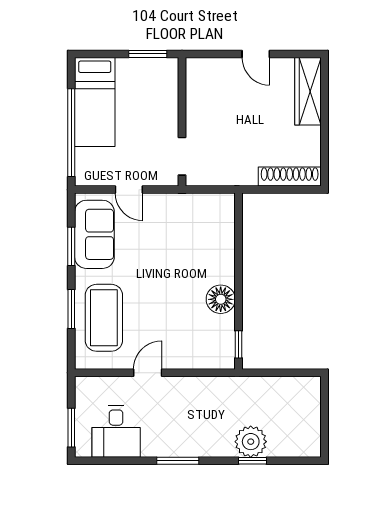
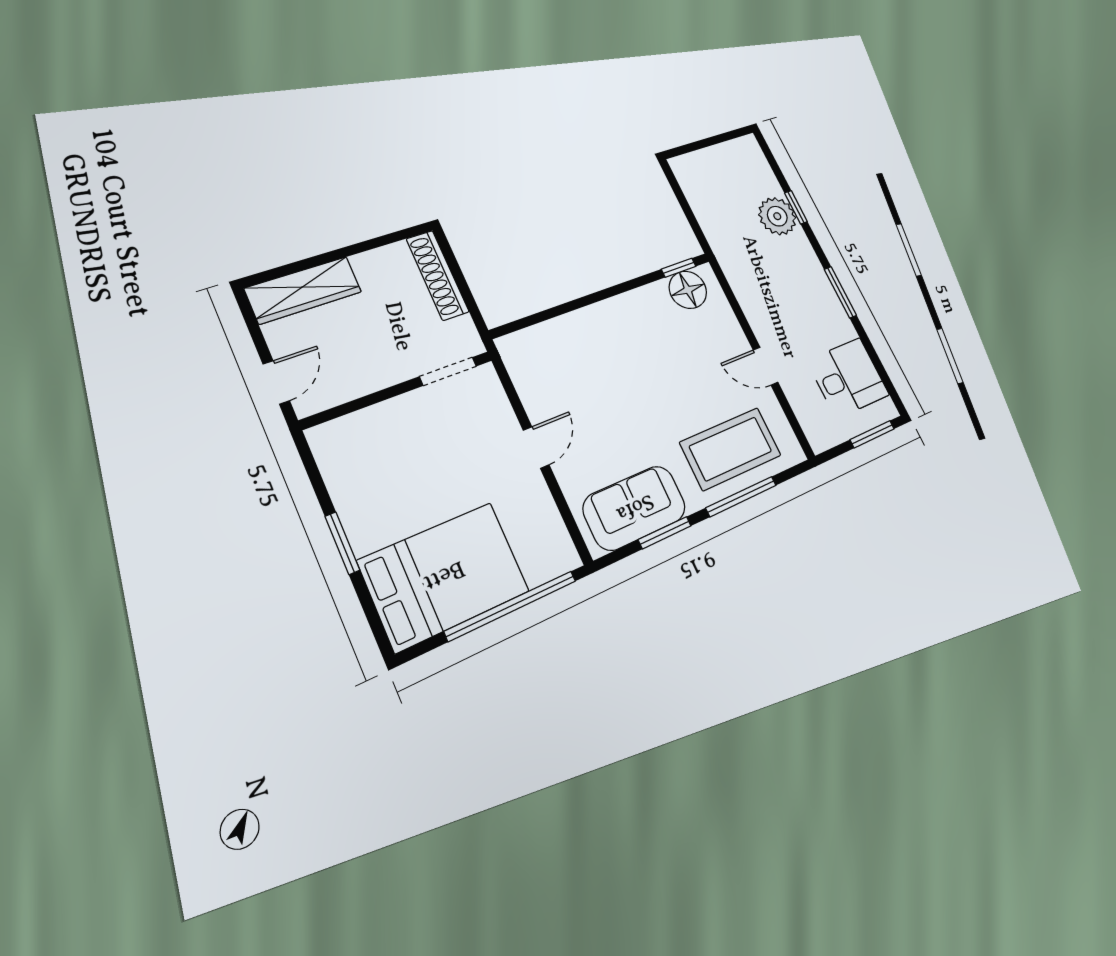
bed: (95, 102) -> (444, 576), width x1.50
wall: (182, 122) -> (398, 389), moved
doorway: (182, 156) -> (448, 371), moved
door: (129, 190) -> (536, 448), moved
floor lamp: (221, 299) -> (688, 290), moved
window: (71, 309) -> (741, 496), width x1.44

